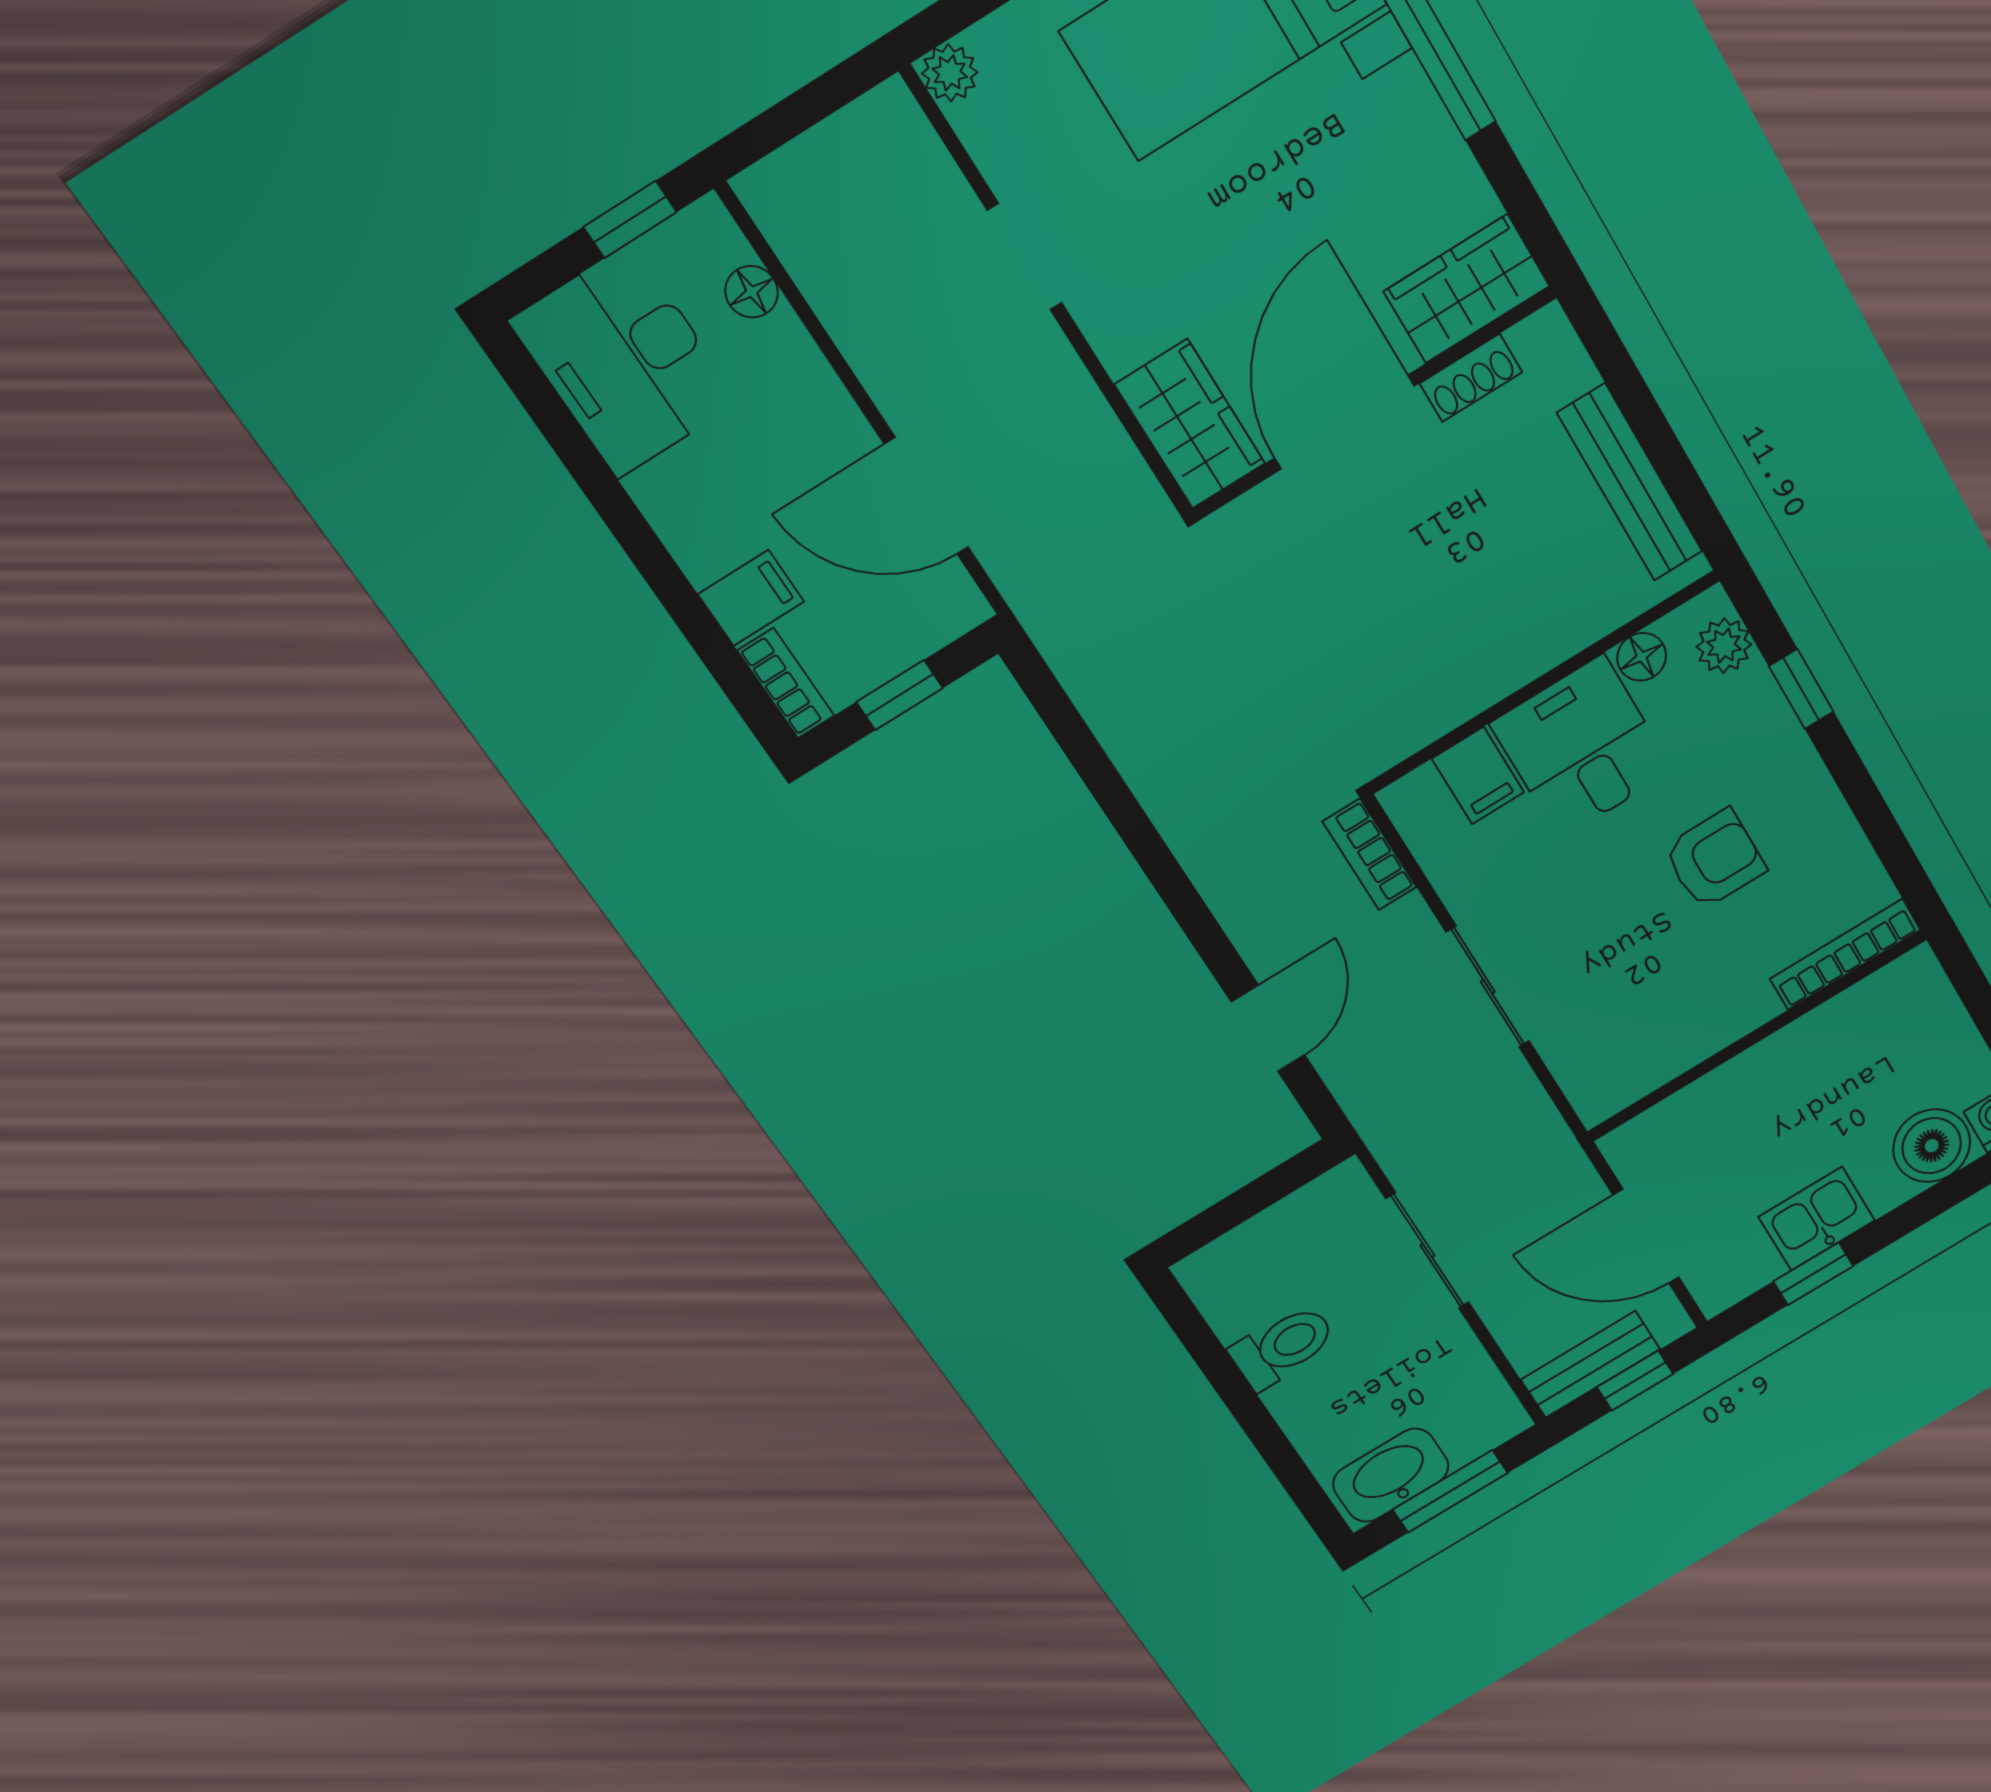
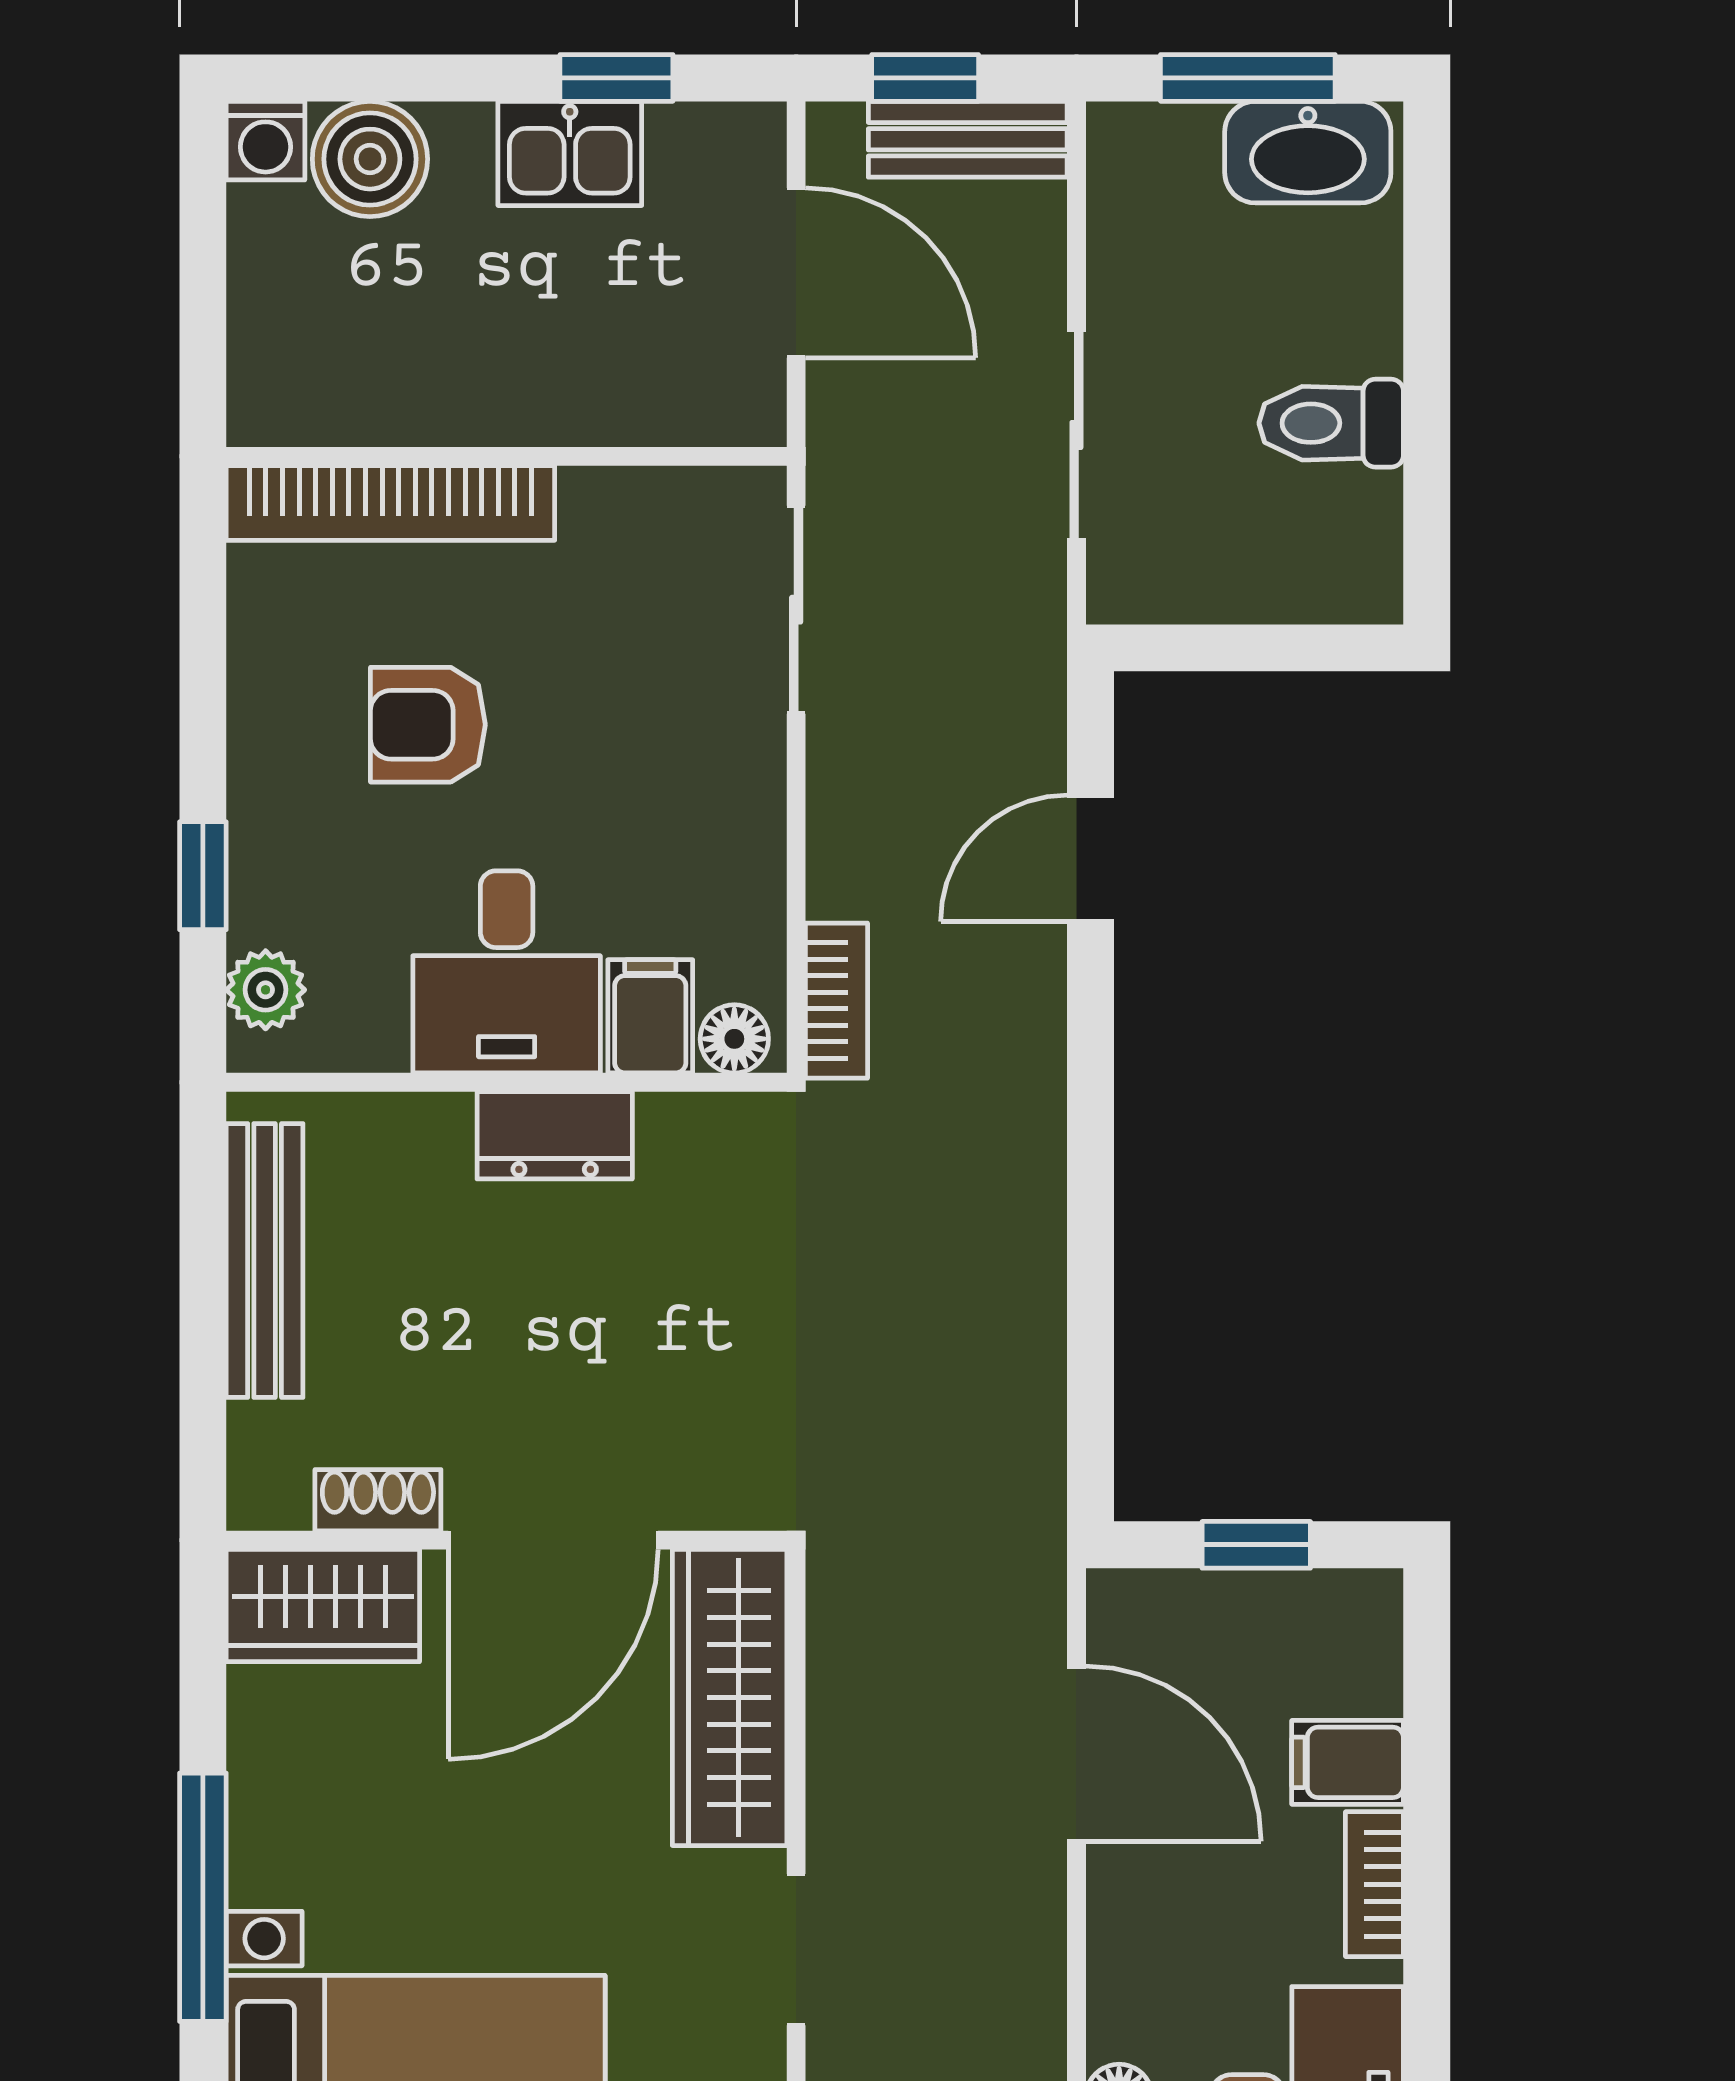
wardrobe: (1190, 424) -> (730, 1698), width x1.50
floor lamp: (1642, 657) -> (734, 1039), moved
dresser: (1494, 670) -> (555, 1135), added
bookcase: (786, 683) -> (1374, 1884), moved
bookcase: (1845, 954) -> (390, 503), width x1.48, depth x1.31
sliding door: (1488, 987) -> (796, 610), moved

